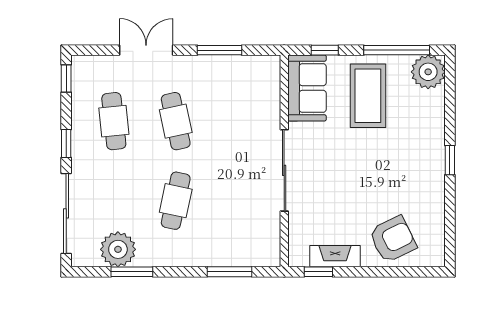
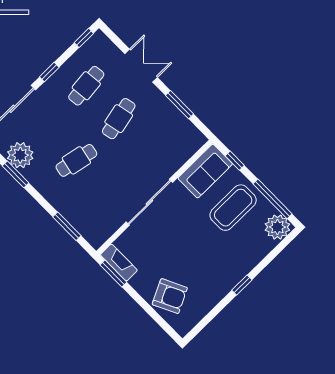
fireplace: (335, 256) -> (119, 263), moved
window: (318, 272) -> (113, 274), width x1.50

